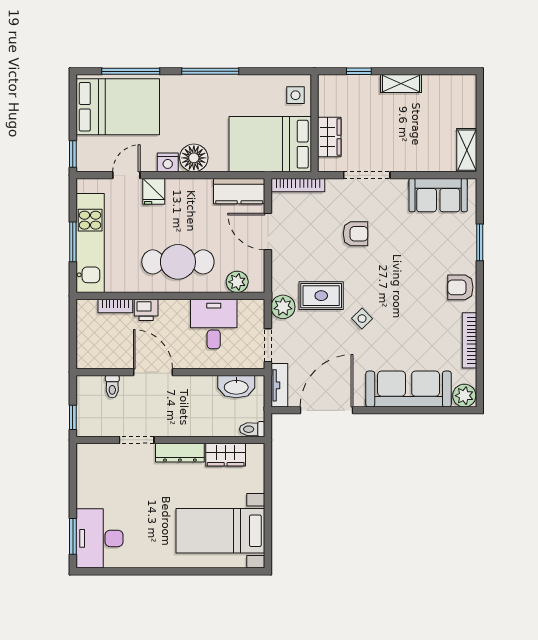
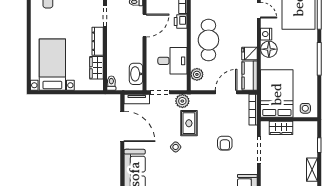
fridge: (154, 191) -> (249, 53), moved

